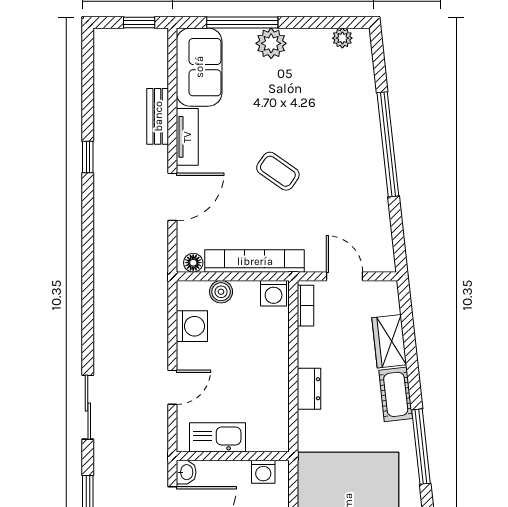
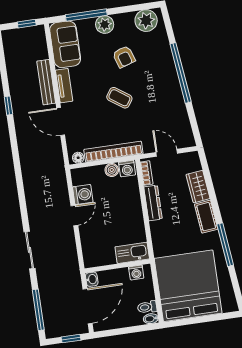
plant: (342, 38) -> (146, 21), width x1.87, depth x1.87
armchair: (296, 103) -> (124, 57), added
bench: (158, 116) -> (46, 82), width x1.36
door: (172, 197) -> (61, 121), swing flipped
boiler: (221, 292) -> (112, 170), moved
door: (172, 387) -> (74, 216), moved
dresser: (309, 389) -> (153, 203), moved, width x1.44
kitchen sink: (217, 437) -> (132, 253), moved

